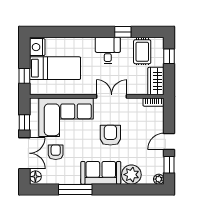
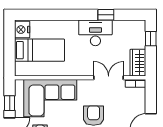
desk: (108, 50) -> (95, 33), width x1.37
rug: (142, 52) -> (125, 34), removed
window: (24, 76) -> (10, 58), removed
double door: (112, 96) -> (109, 78), moved

